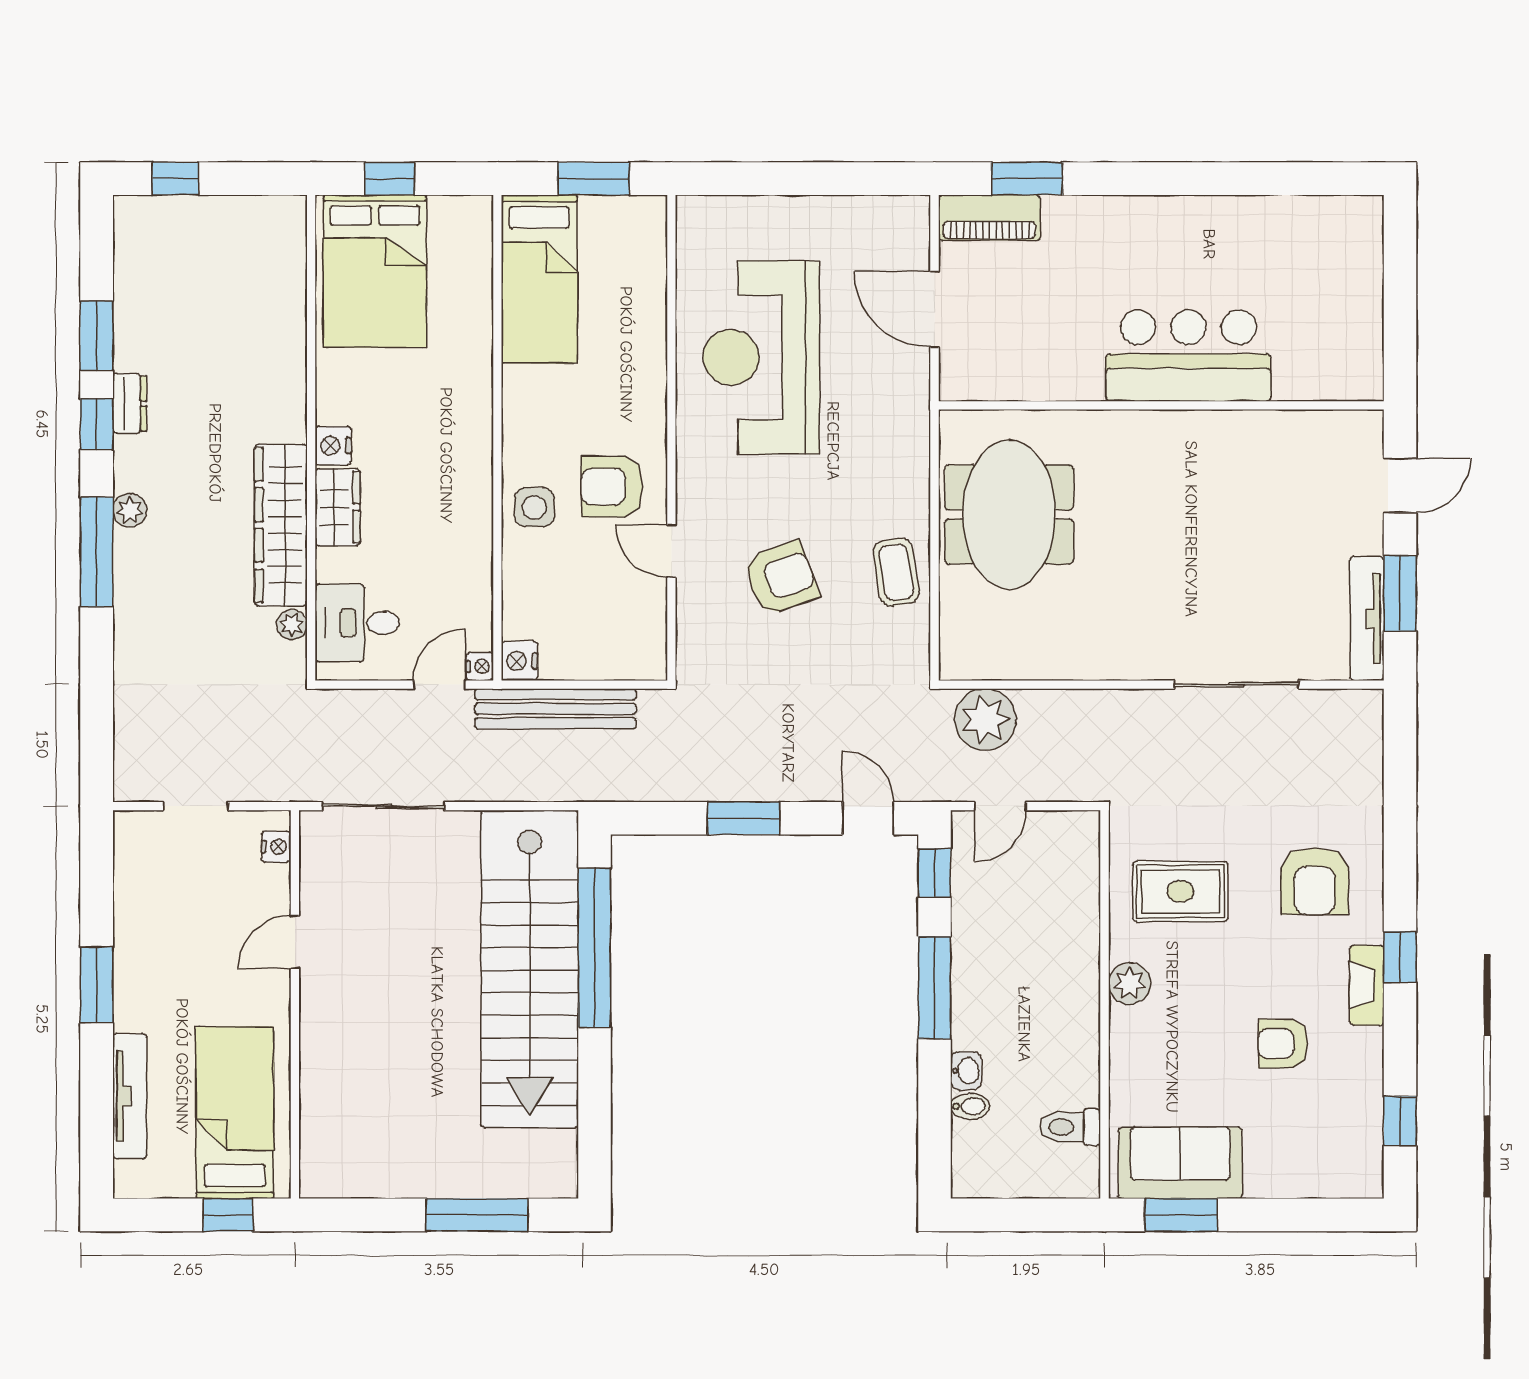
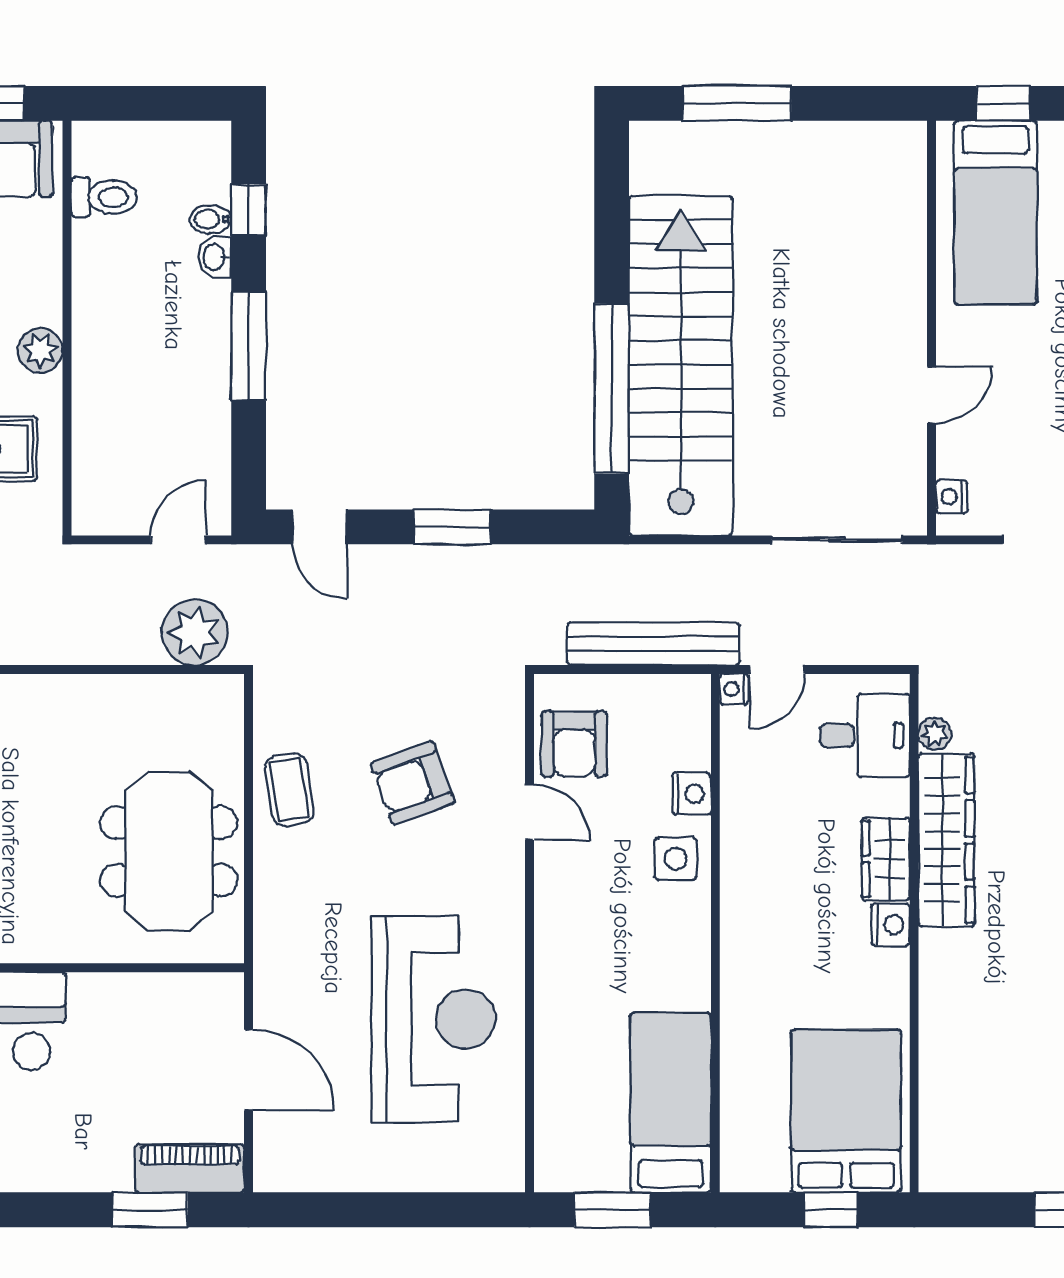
armchair: (612, 487) -> (574, 744), moved, turned 90
nightstand: (519, 661) -> (692, 794), moved
window: (934, 873) -> (249, 210), moved

